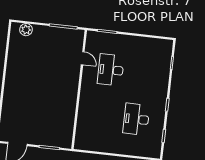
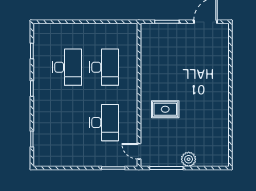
plant: (26, 30) -> (189, 159), moved
door: (83, 58) -> (139, 151), moved
rug: (59, 75) -> (165, 109), added
desk: (106, 116) -> (104, 67), added

